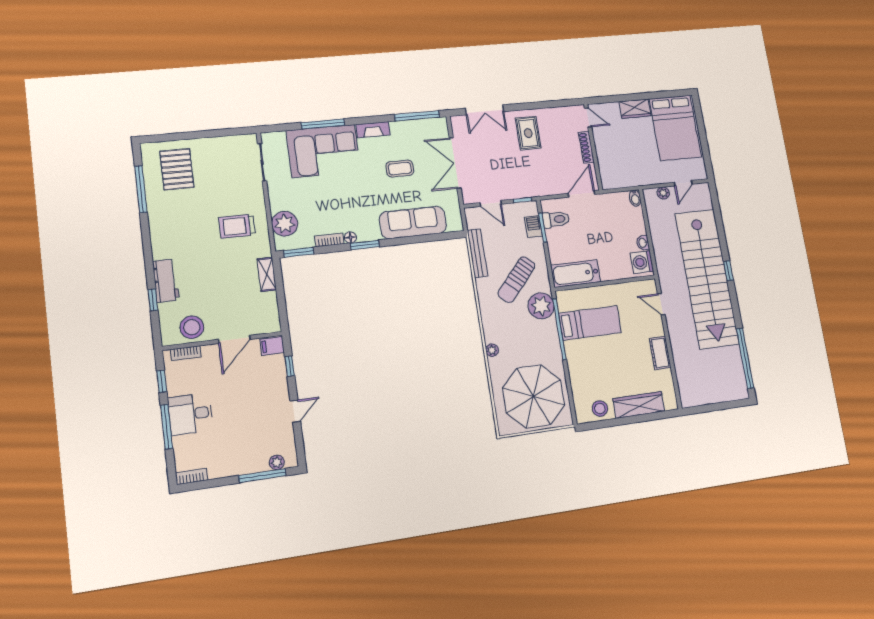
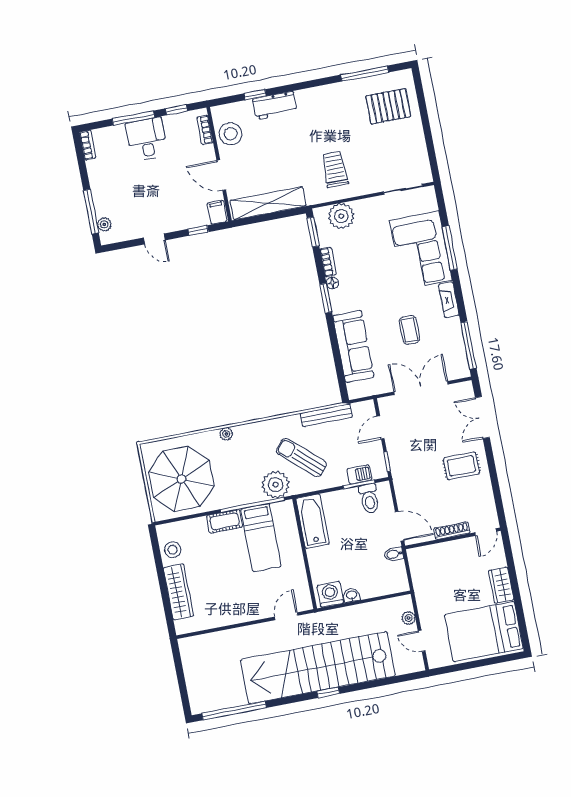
bidet: (635, 198) -> (394, 554), moved
shelving: (267, 274) -> (268, 203), width x2.20, depth x1.33
cot: (660, 353) -> (225, 521), moved

